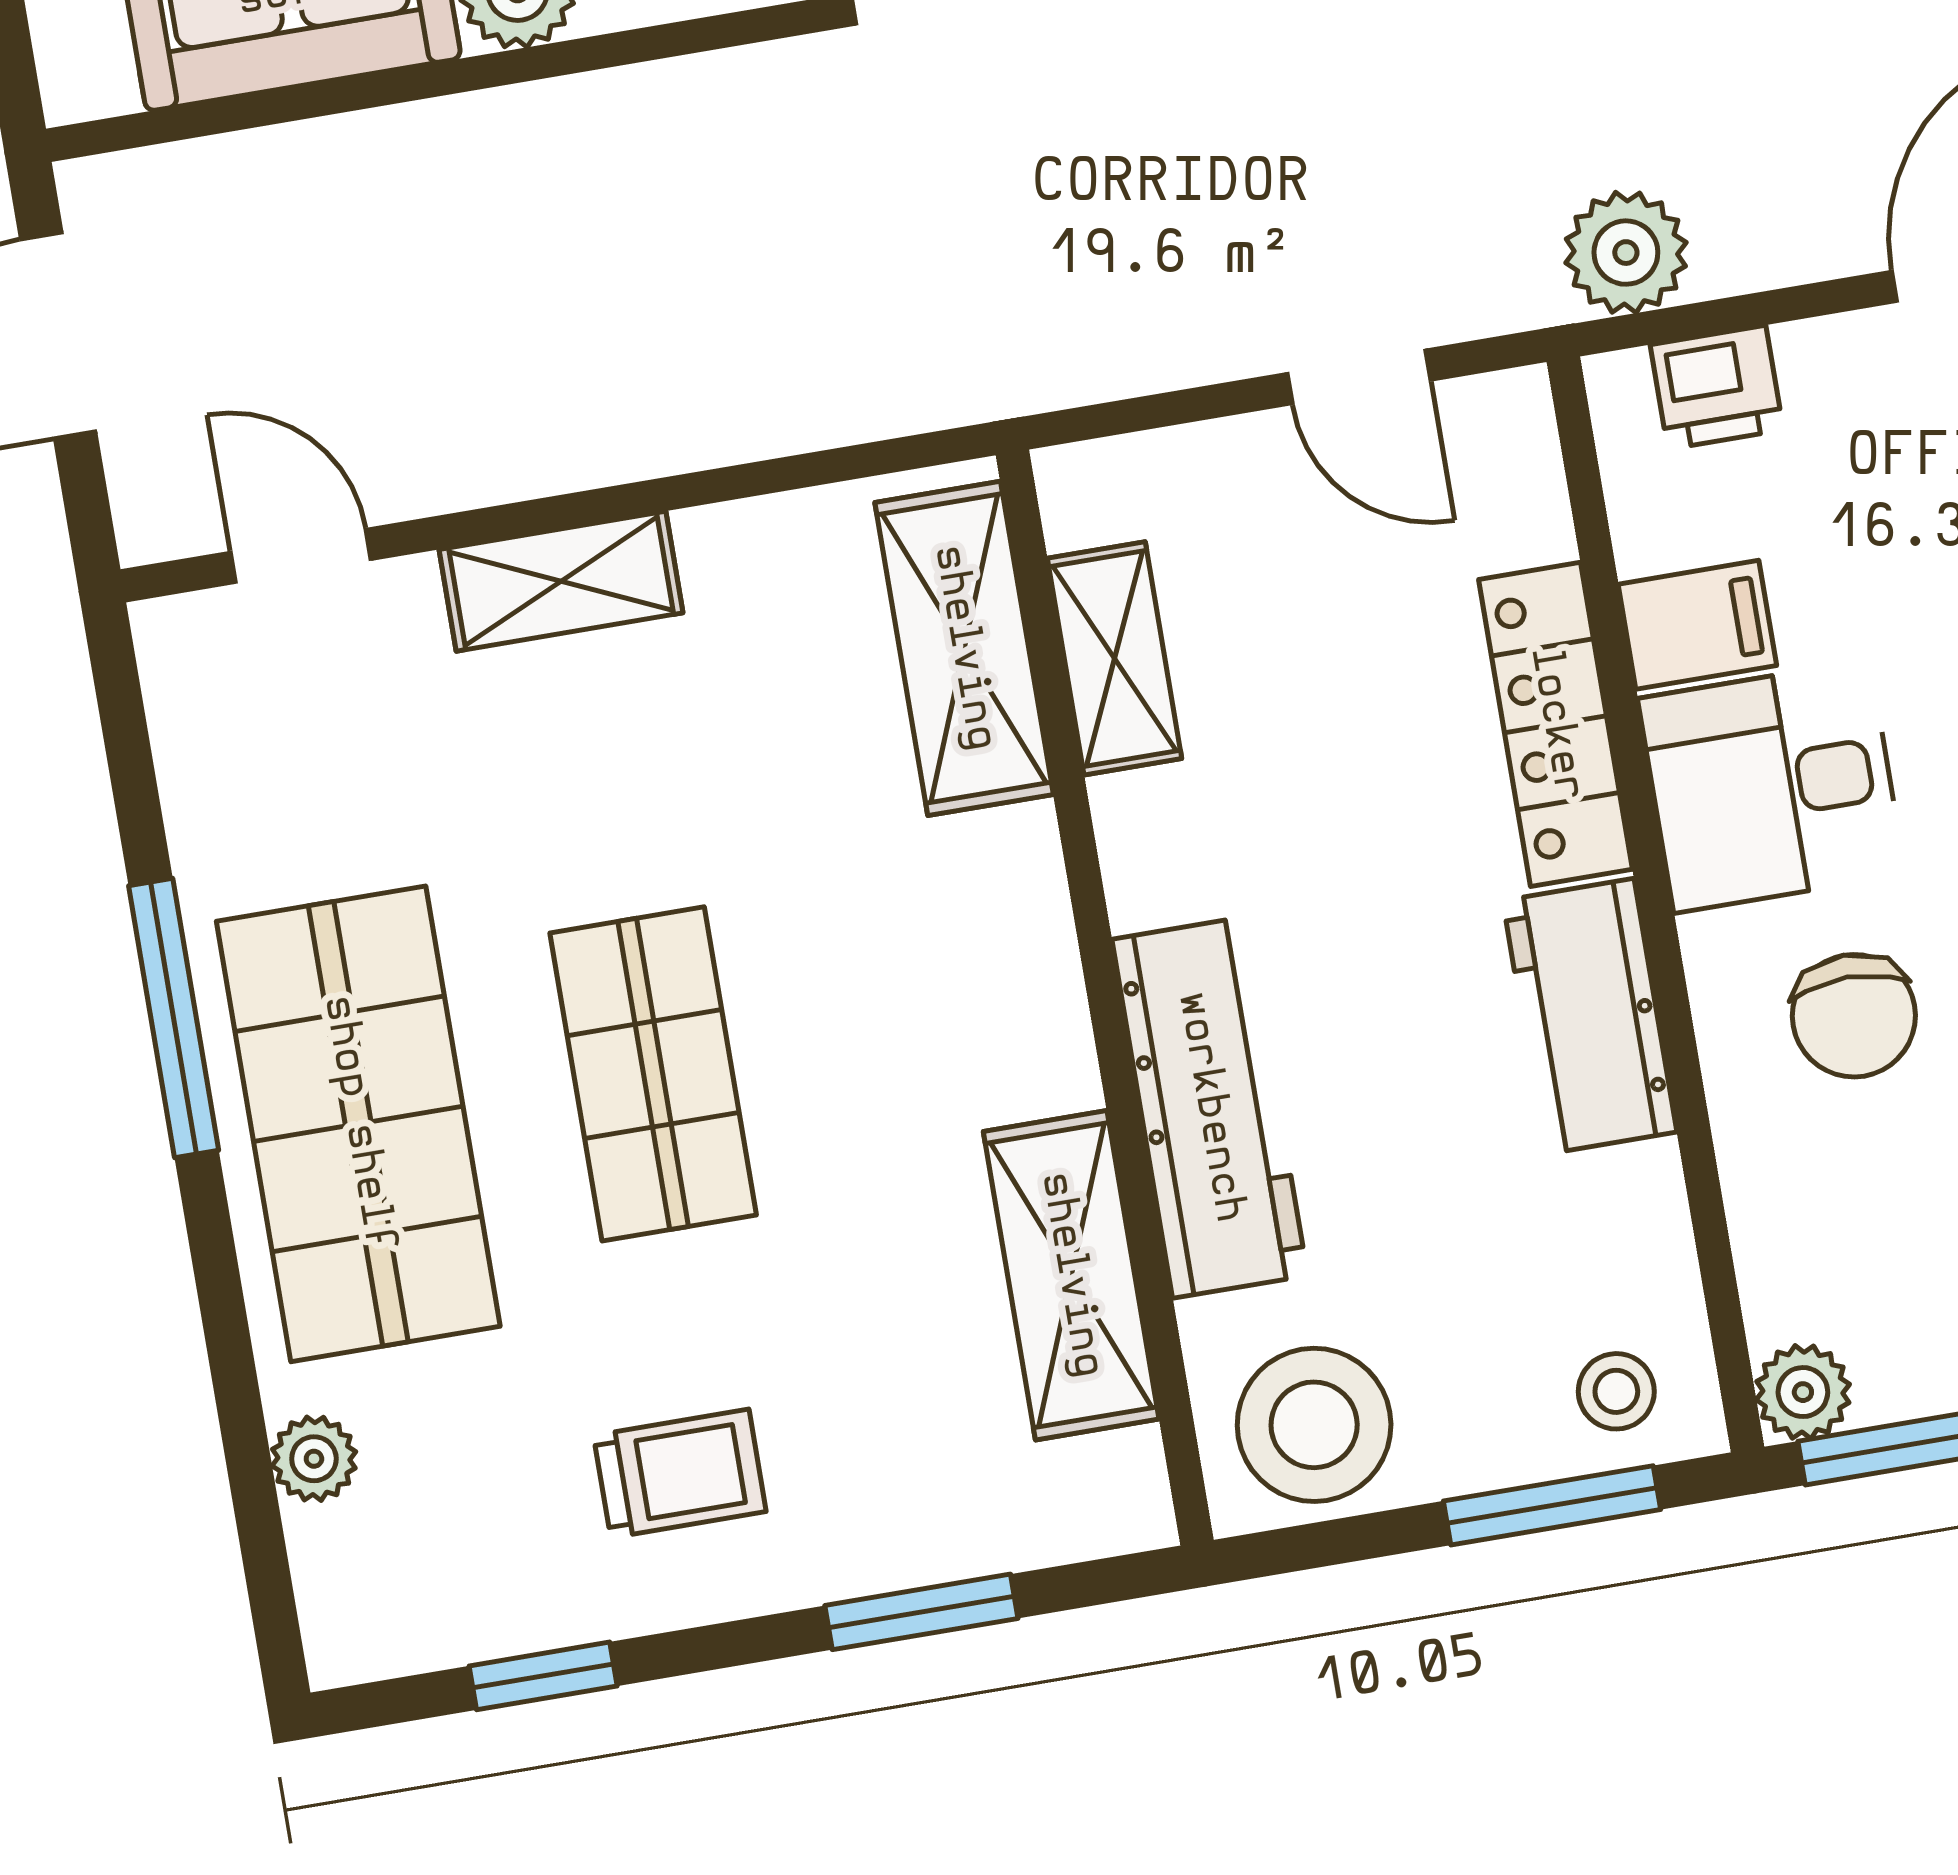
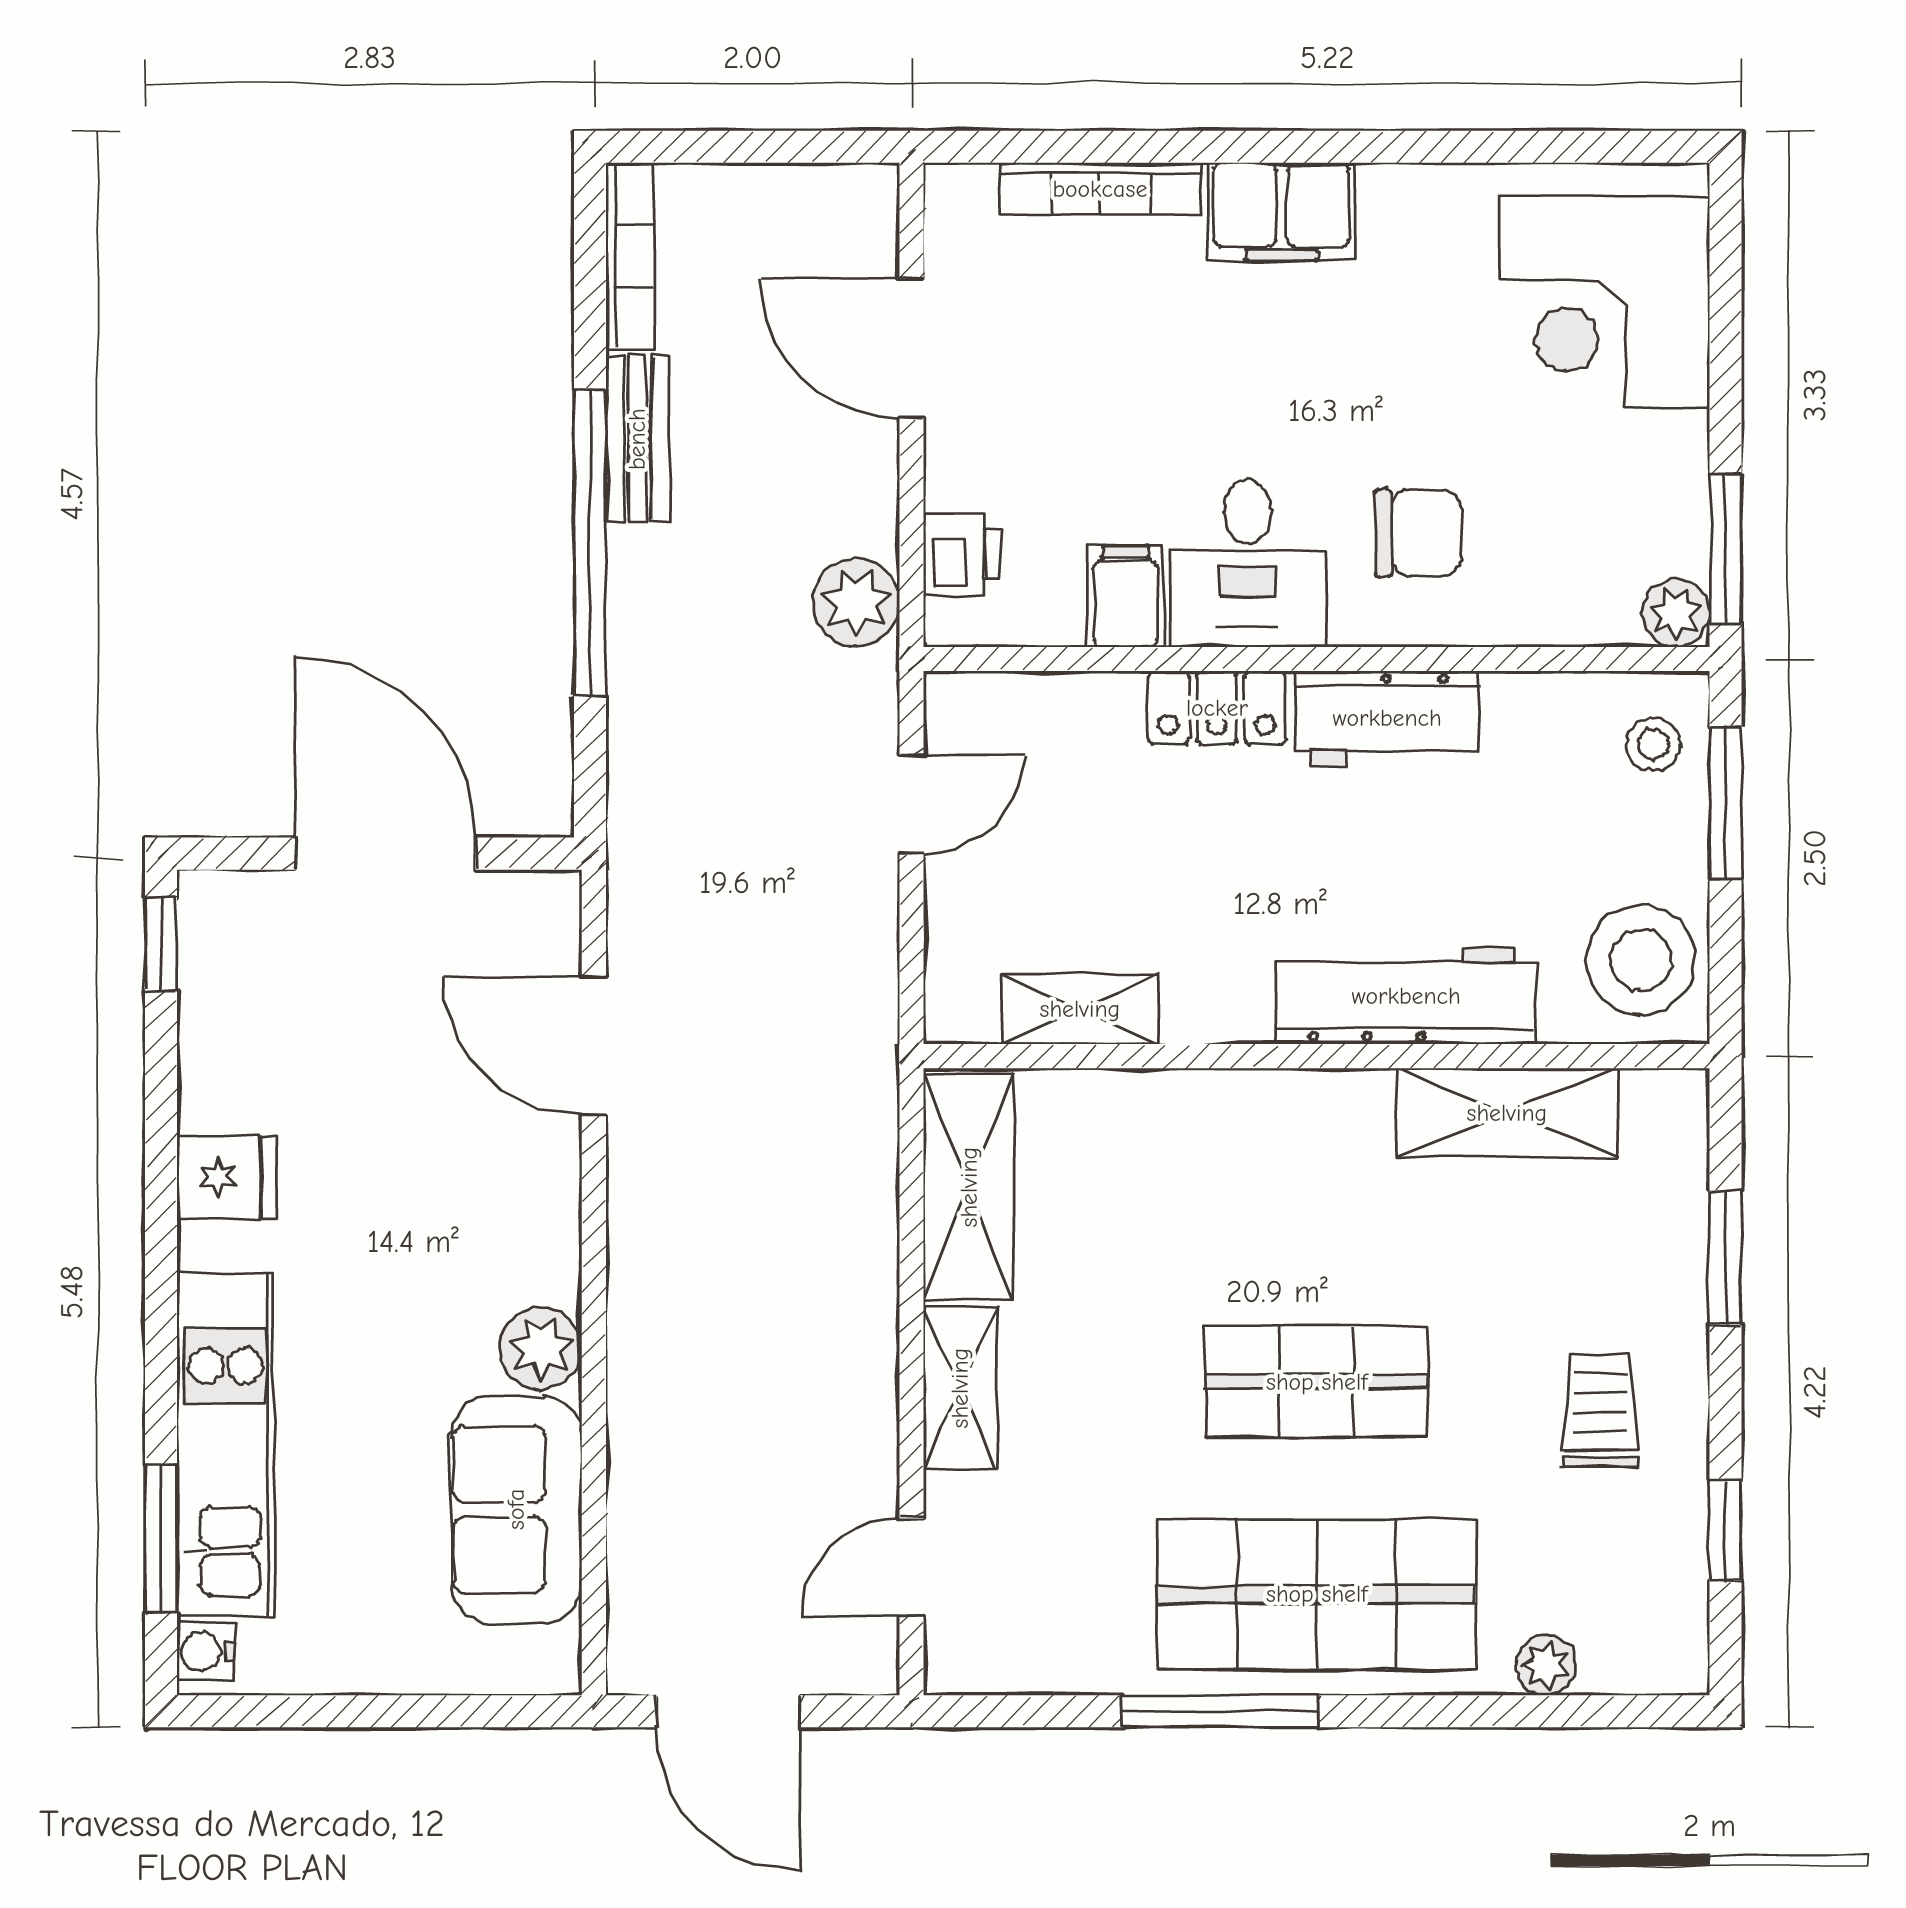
shelving: (964, 648) -> (969, 1187), moved, turned 90
locker: (1556, 724) -> (1217, 708), width x0.66

